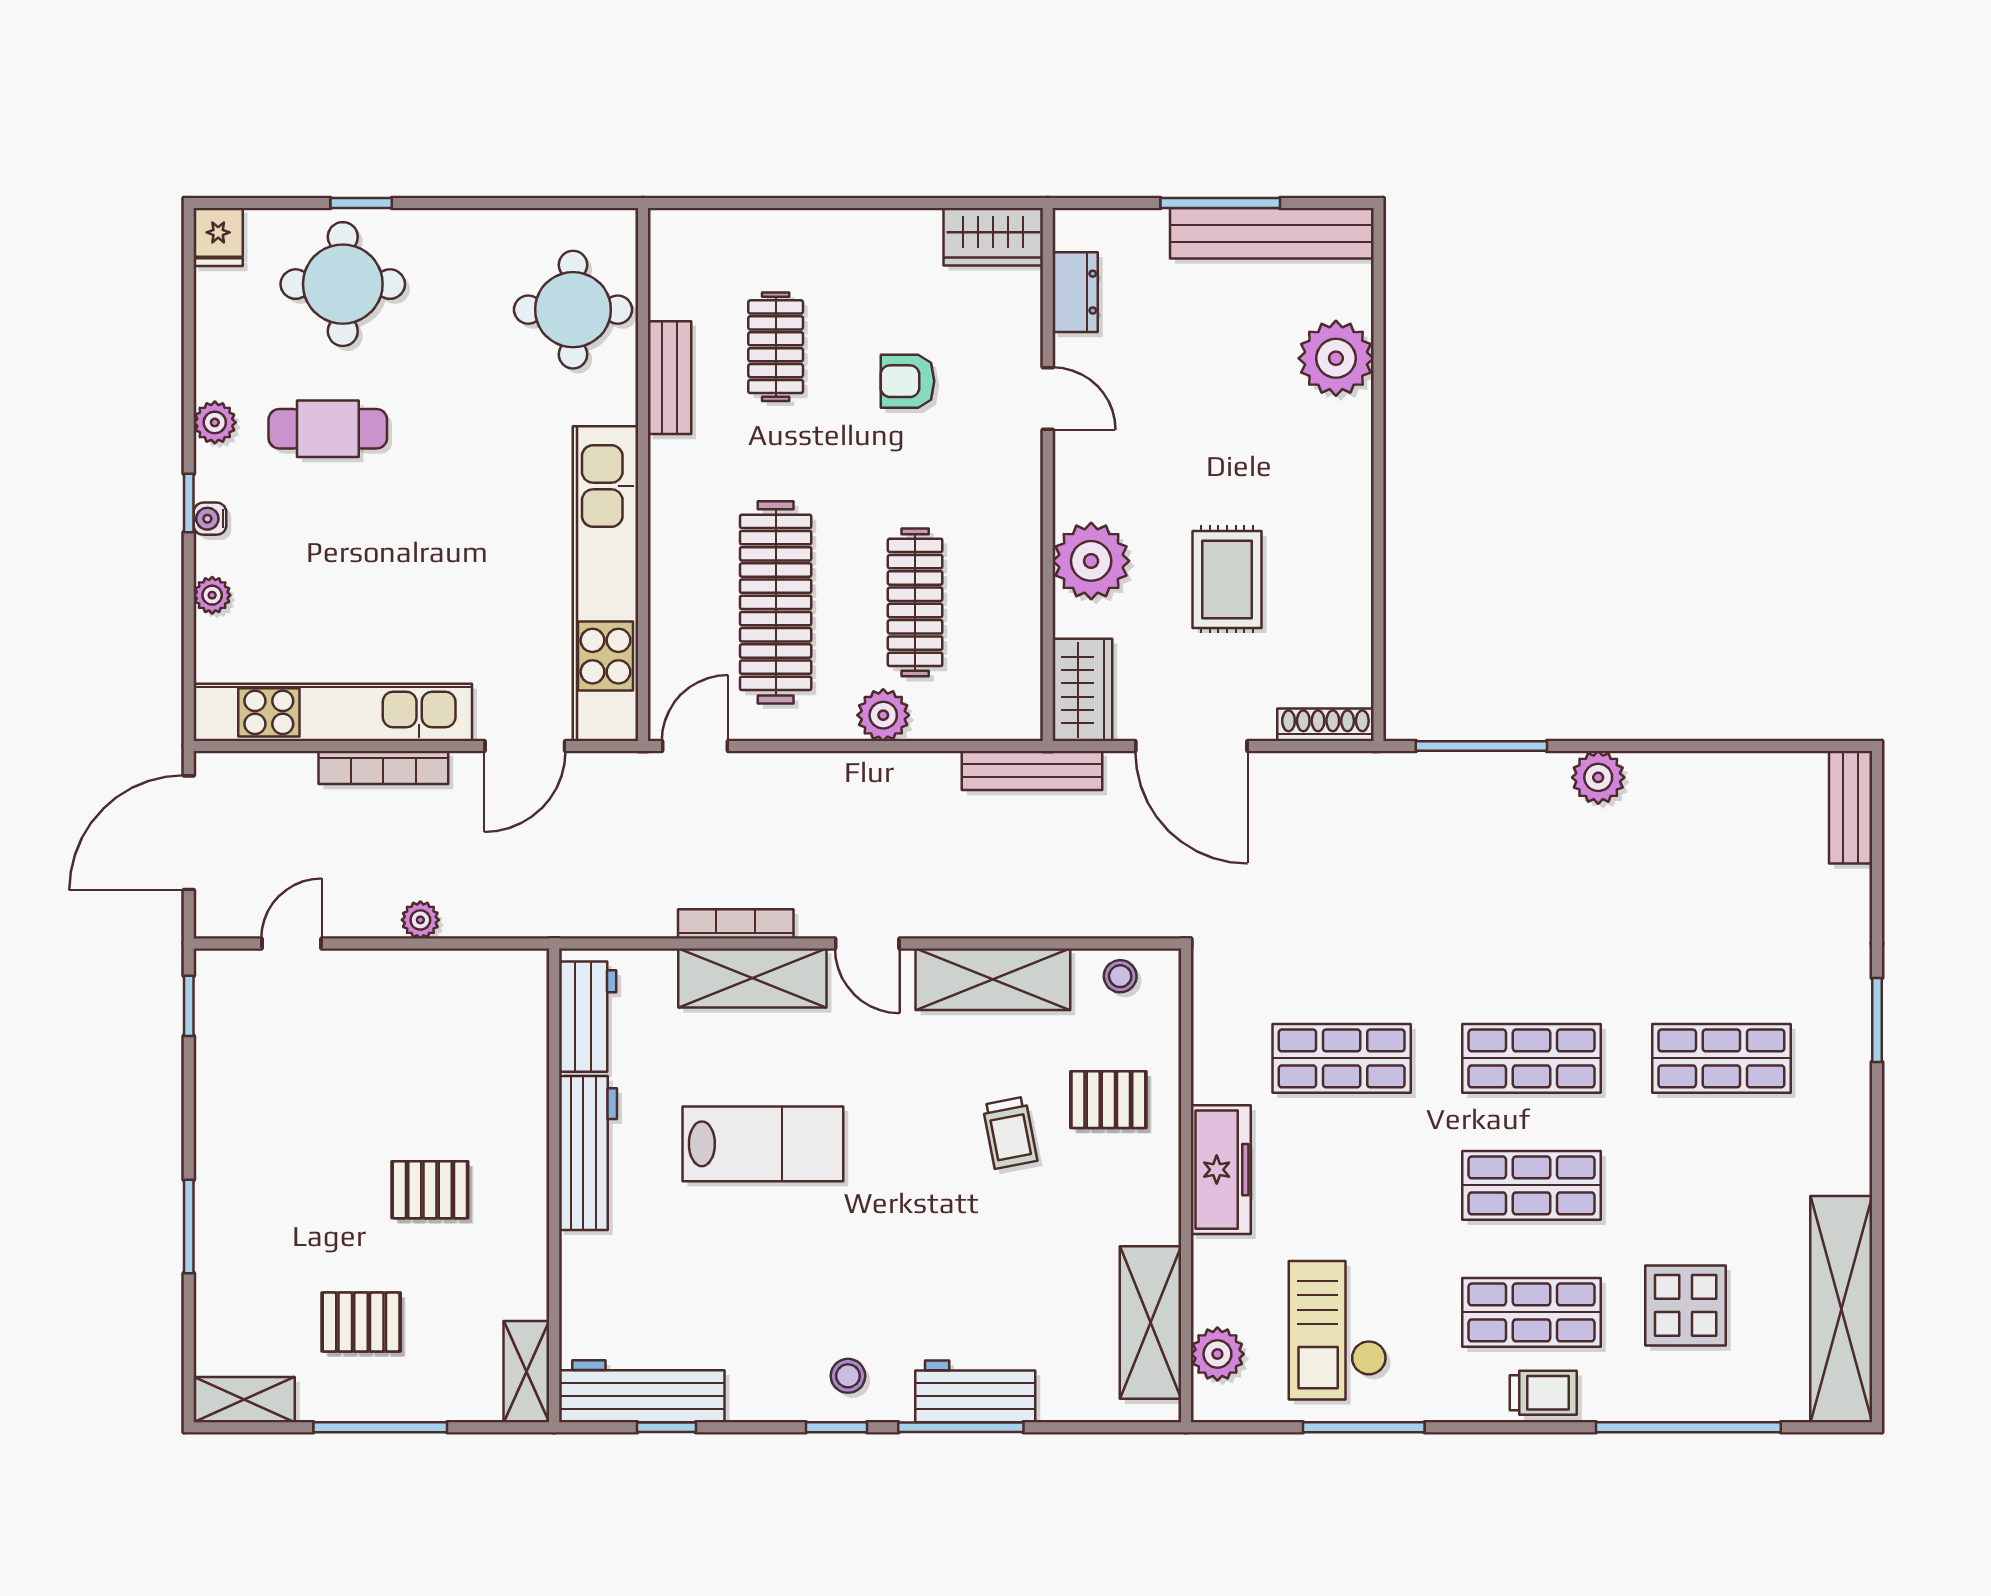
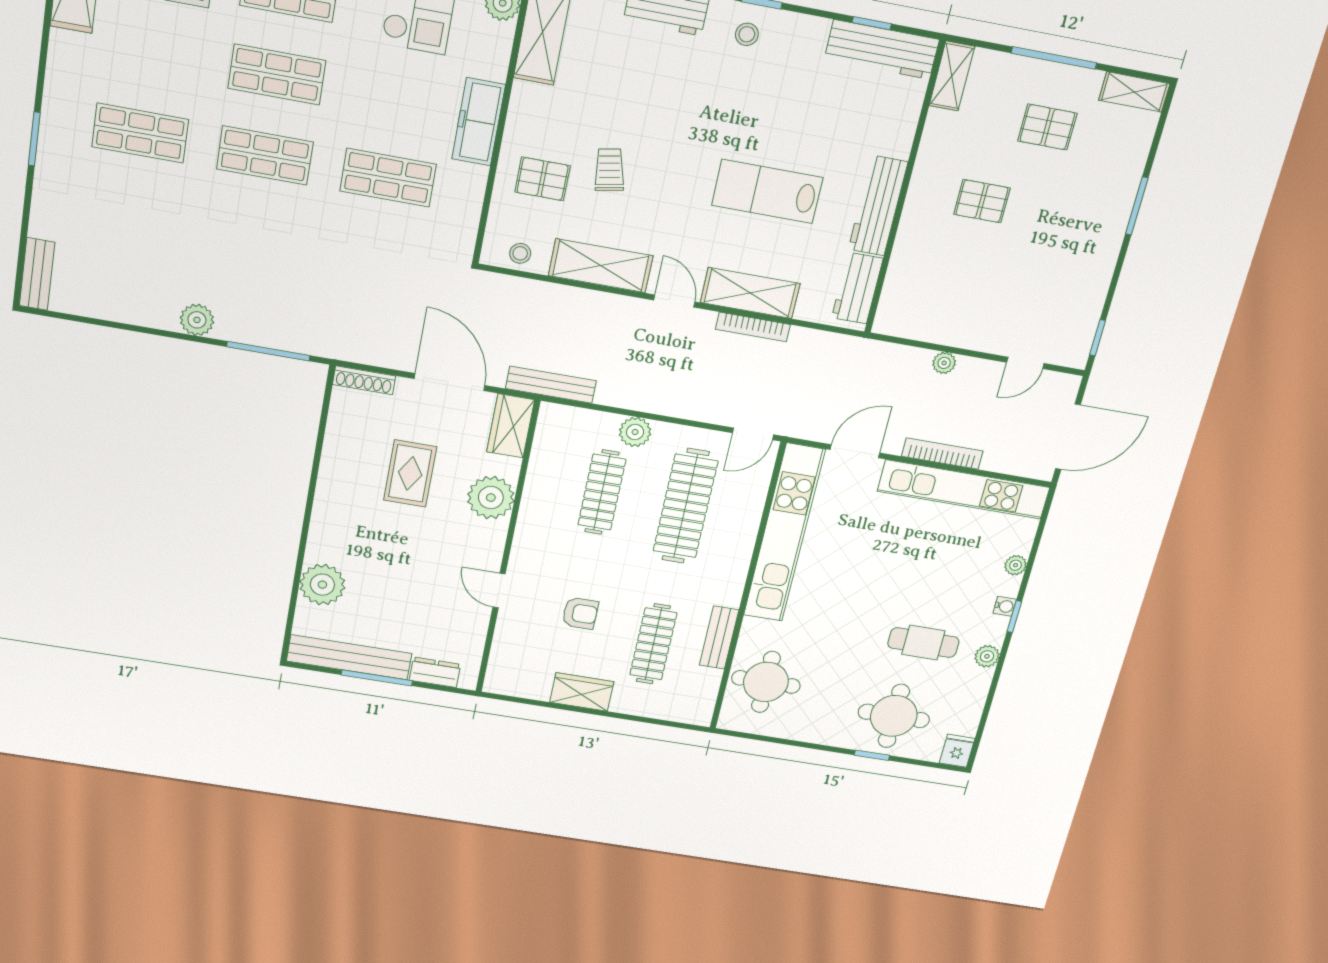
wardrobe: (993, 237) -> (582, 692), moved
dresser: (1075, 292) -> (435, 672), moved, turned 90
clothes rail: (776, 347) -> (653, 644), width x1.36

